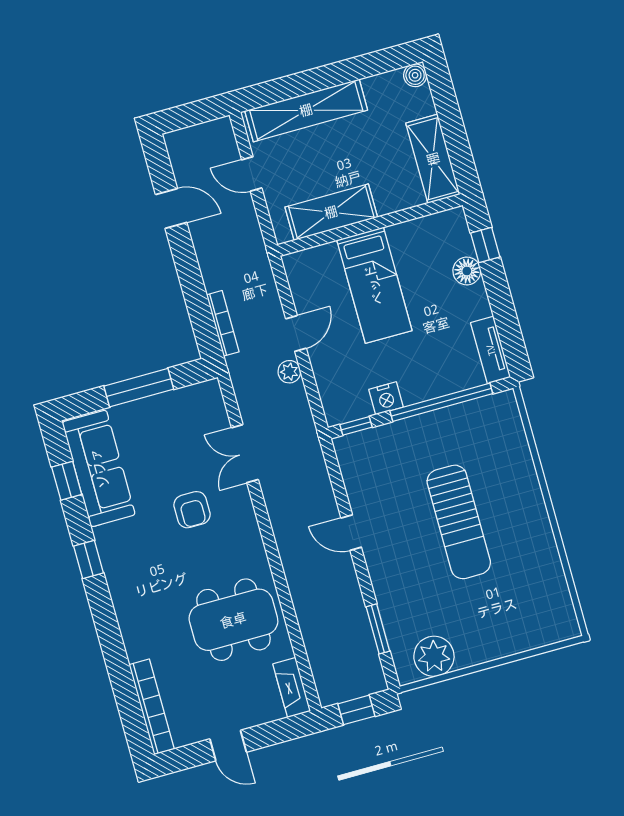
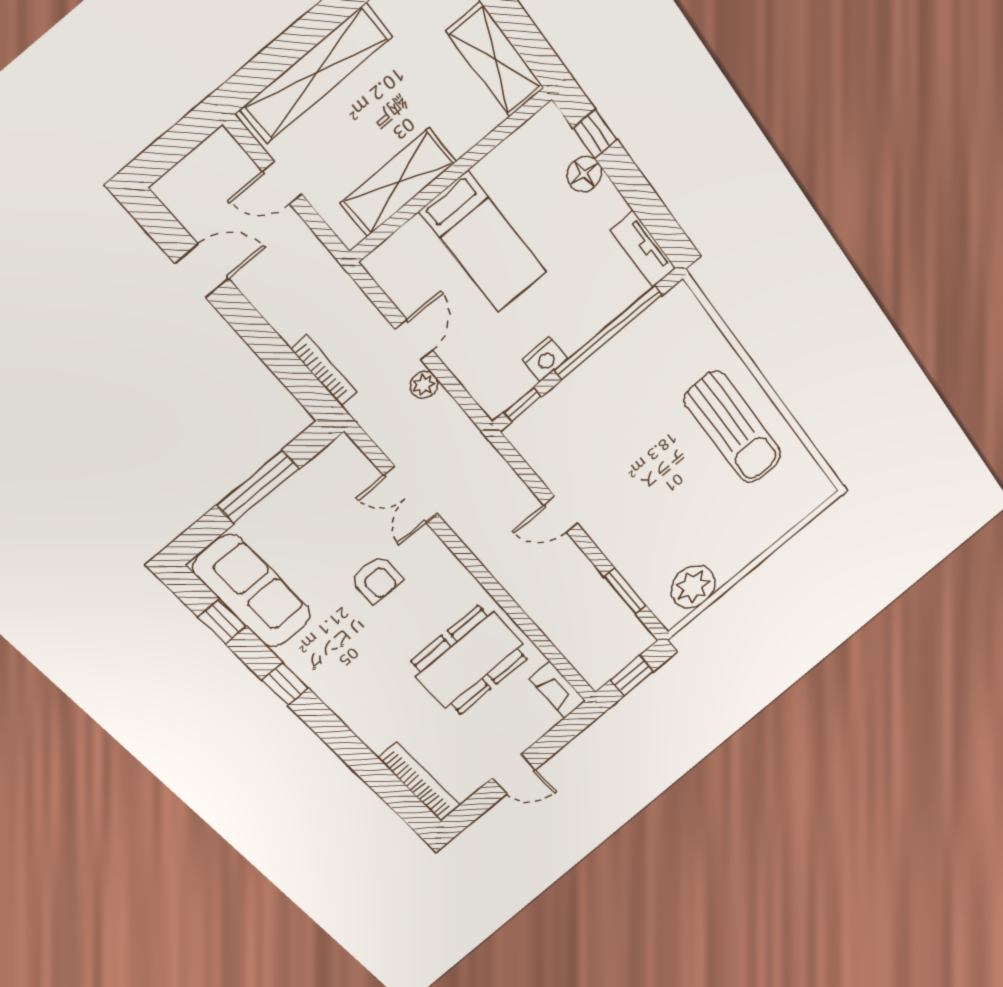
sun lounger: (459, 522) -> (733, 428), moved

